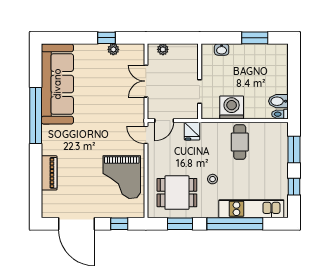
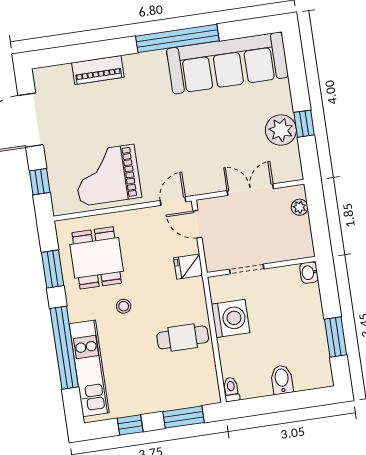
plant: (113, 49) -> (281, 130), width x1.88, depth x1.88
washbasin: (222, 50) -> (309, 273), moved
bidet: (278, 101) -> (282, 380), moved

